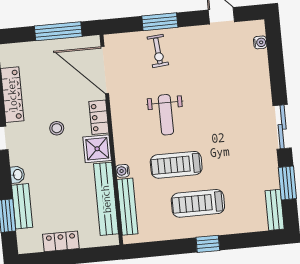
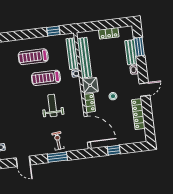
window: (58, 31) -> (114, 150), width x0.46
treadmill: (176, 165) -> (46, 78), turned 180
treadmill: (198, 203) -> (33, 57), turned 180
window: (208, 244) -> (53, 31), moved

